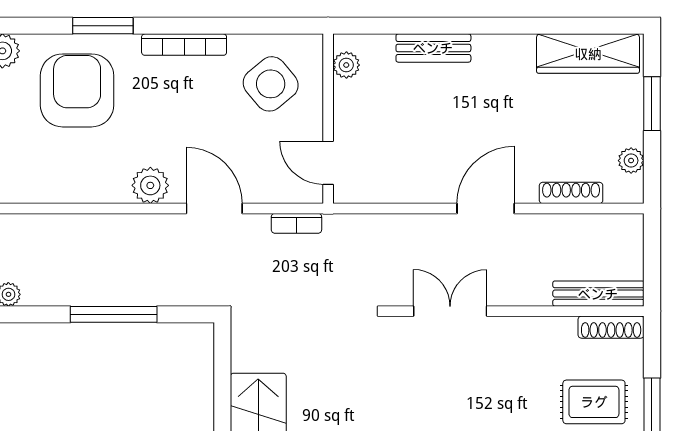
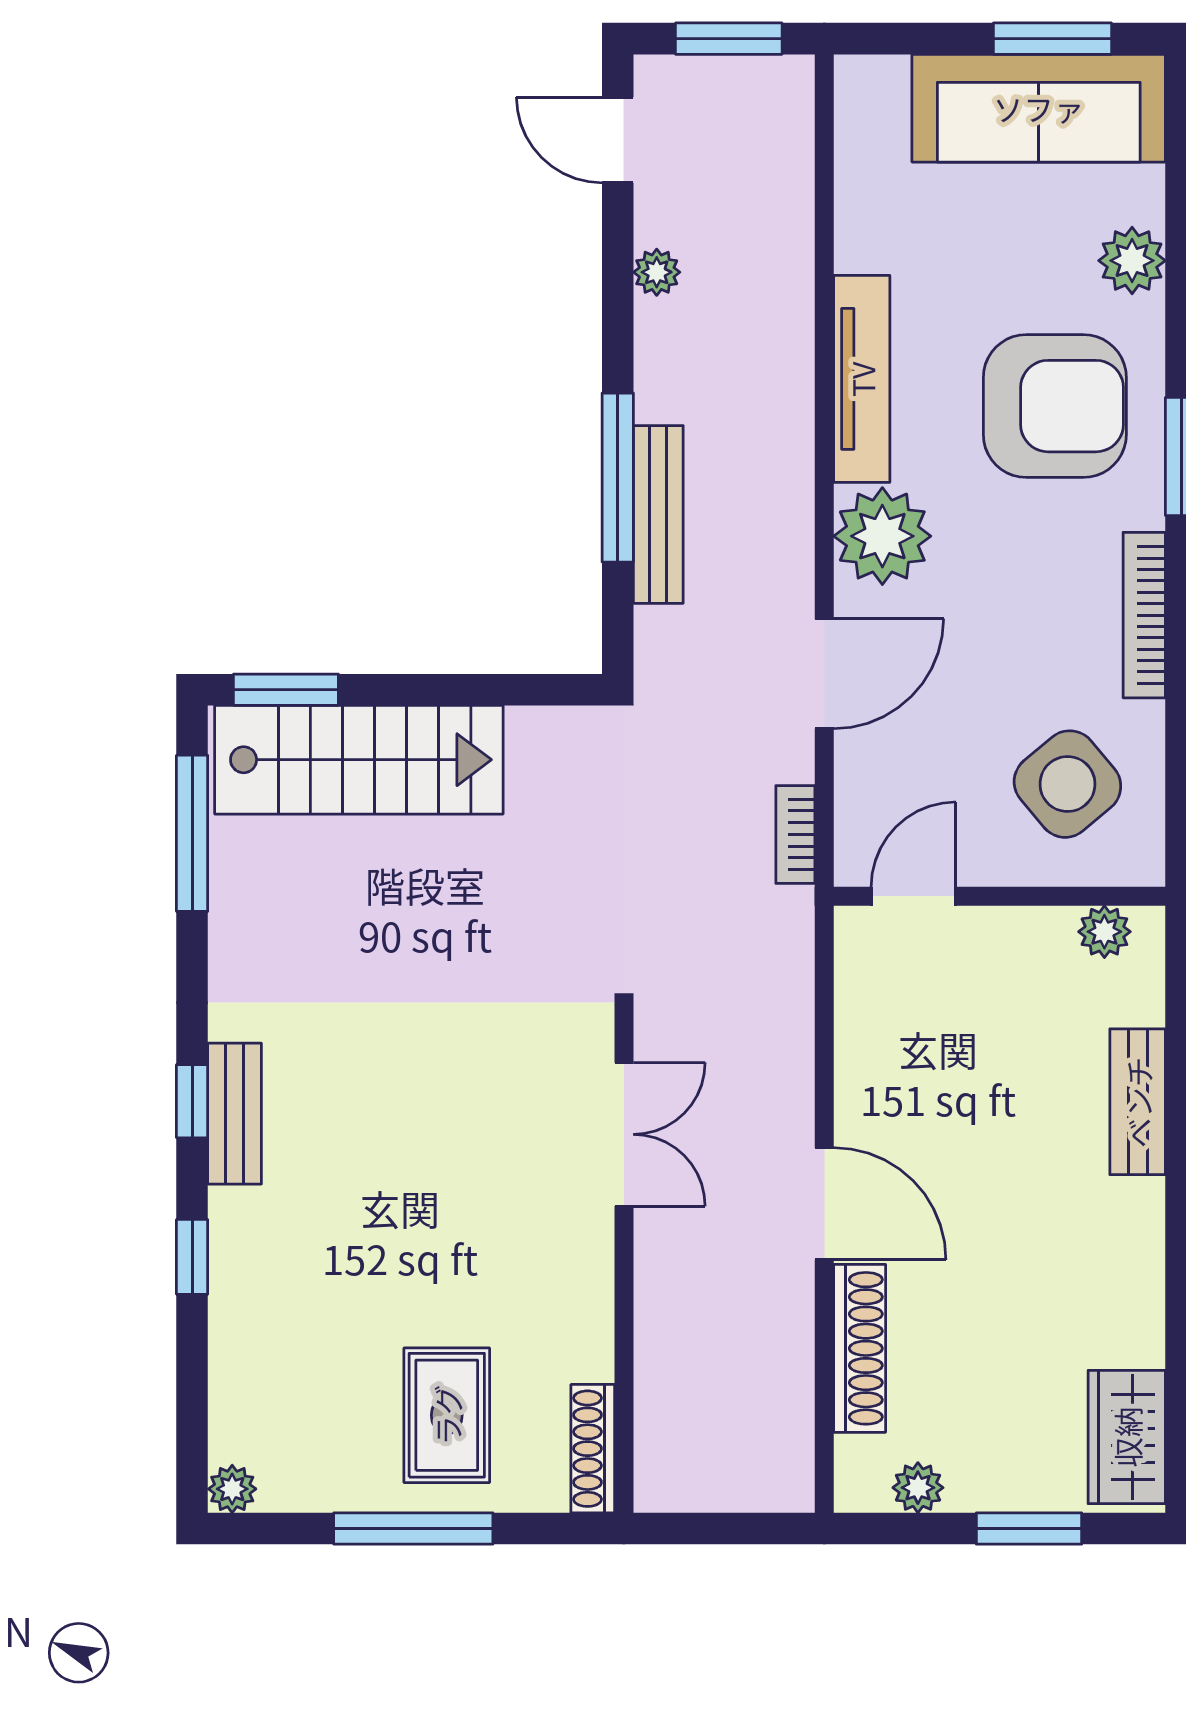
wardrobe: (588, 54) -> (1127, 1437), width x0.67
plant: (150, 185) -> (882, 536), width x1.36, depth x1.36
tv unit: (63, 189) -> (862, 379), added
shoe rack: (571, 193) -> (860, 1348), width x1.36, depth x1.24
bench: (598, 294) -> (658, 514), moved

